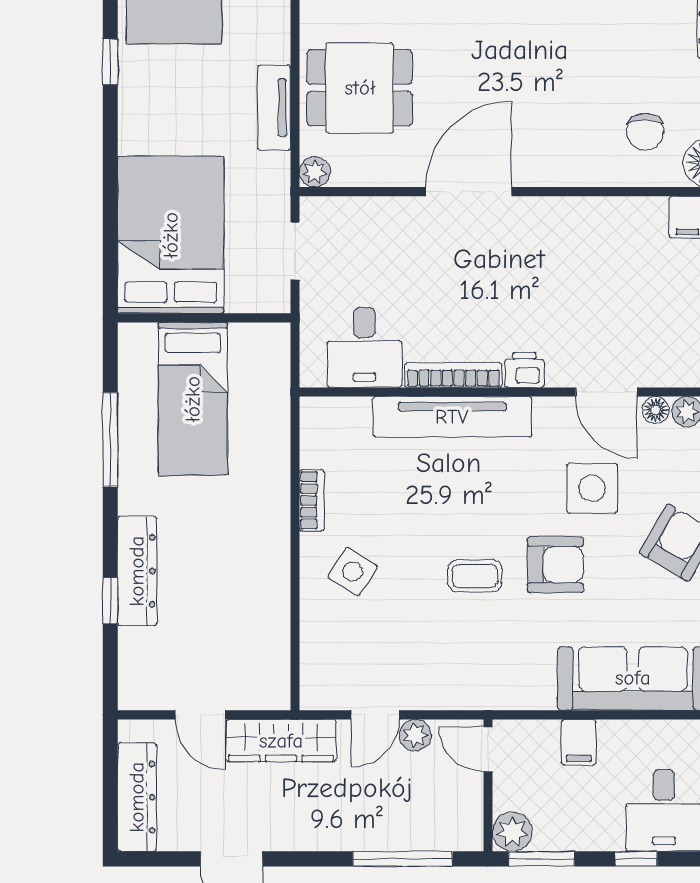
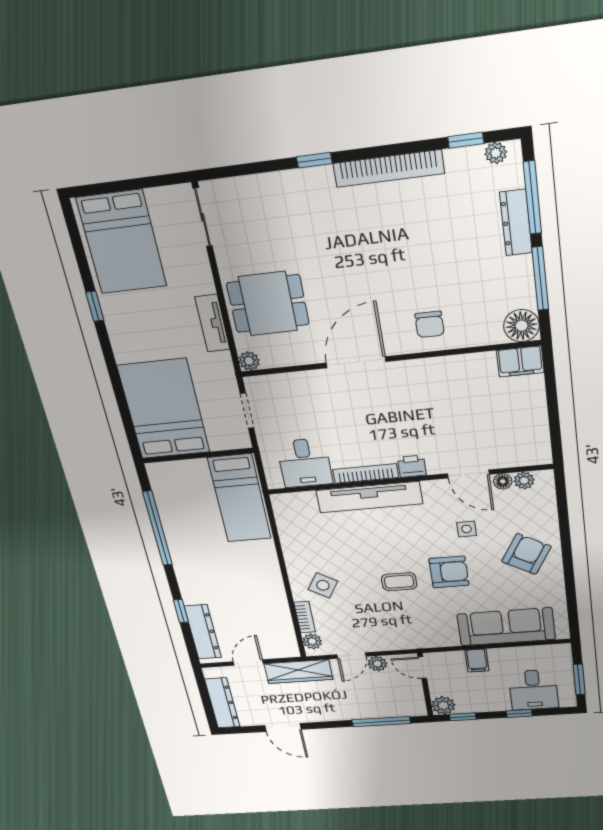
chair: (645, 132) -> (430, 324), moved
bed: (193, 399) -> (240, 498), moved
window: (110, 440) -> (158, 528), width x1.46
side table: (592, 488) -> (467, 529), width x0.54, depth x0.54
bookcase: (312, 500) -> (305, 617), moved
dresser: (137, 571) -> (203, 632), moved
plant: (315, 680) -> (312, 641), added
door: (200, 715) -> (248, 663), swing flipped
window: (541, 859) -> (463, 717), width x0.67

